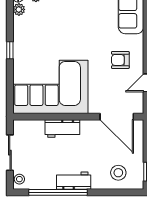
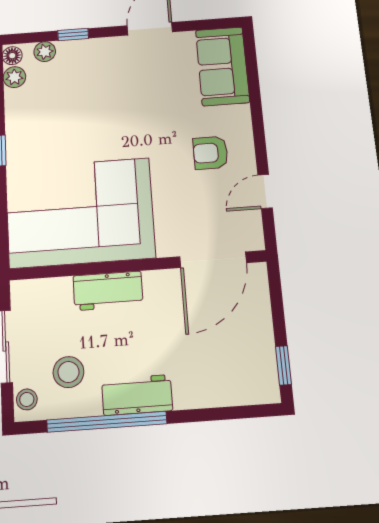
door: (117, 117) -> (213, 260), hinge flipped
stool: (118, 173) -> (68, 372), moved

